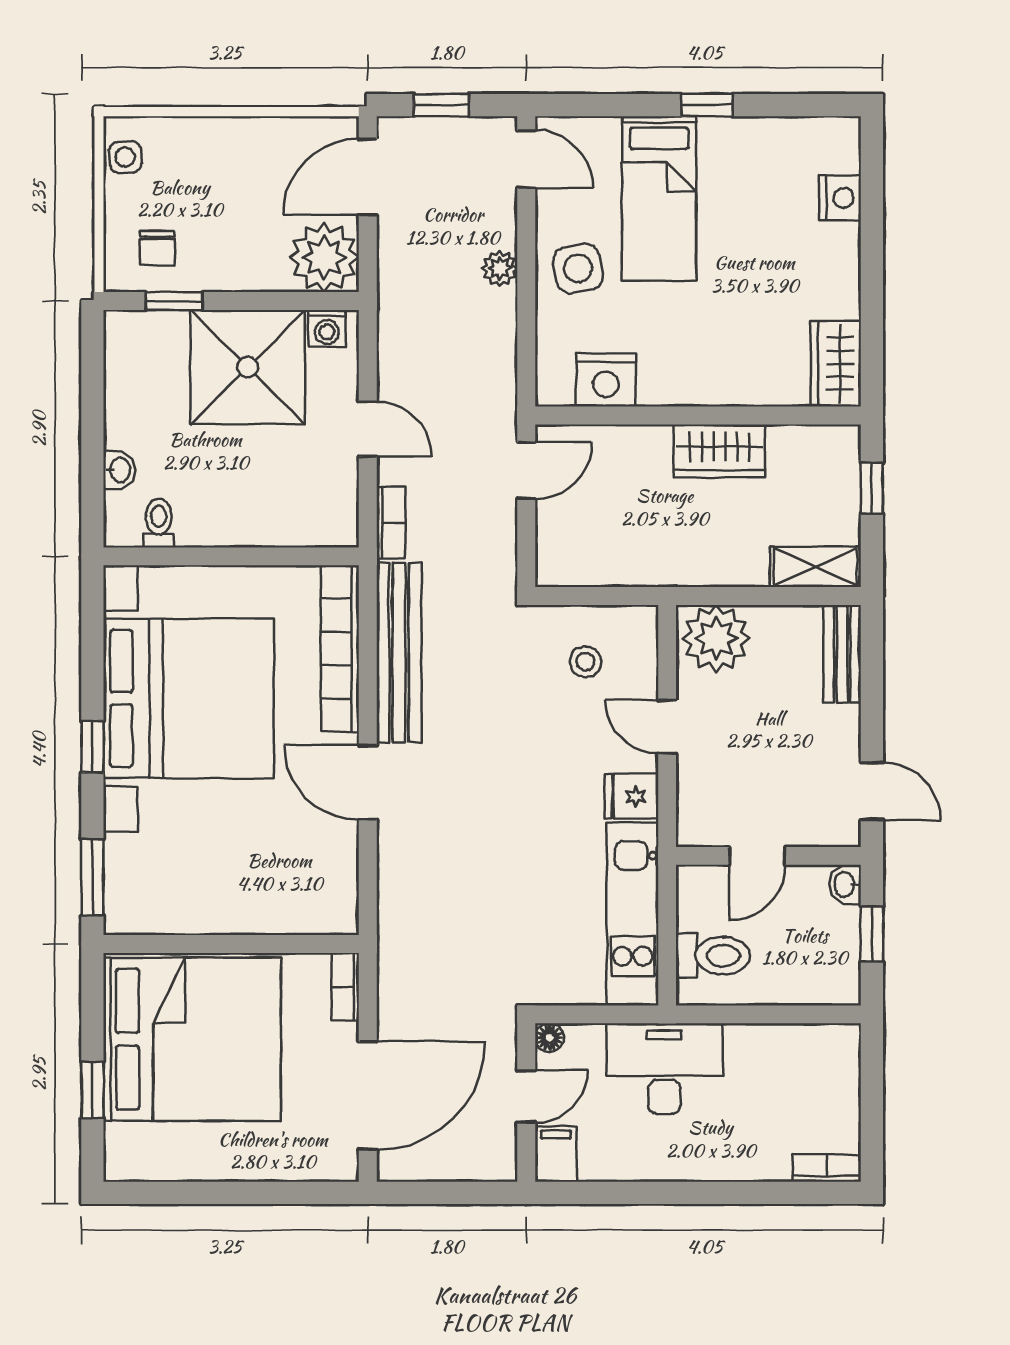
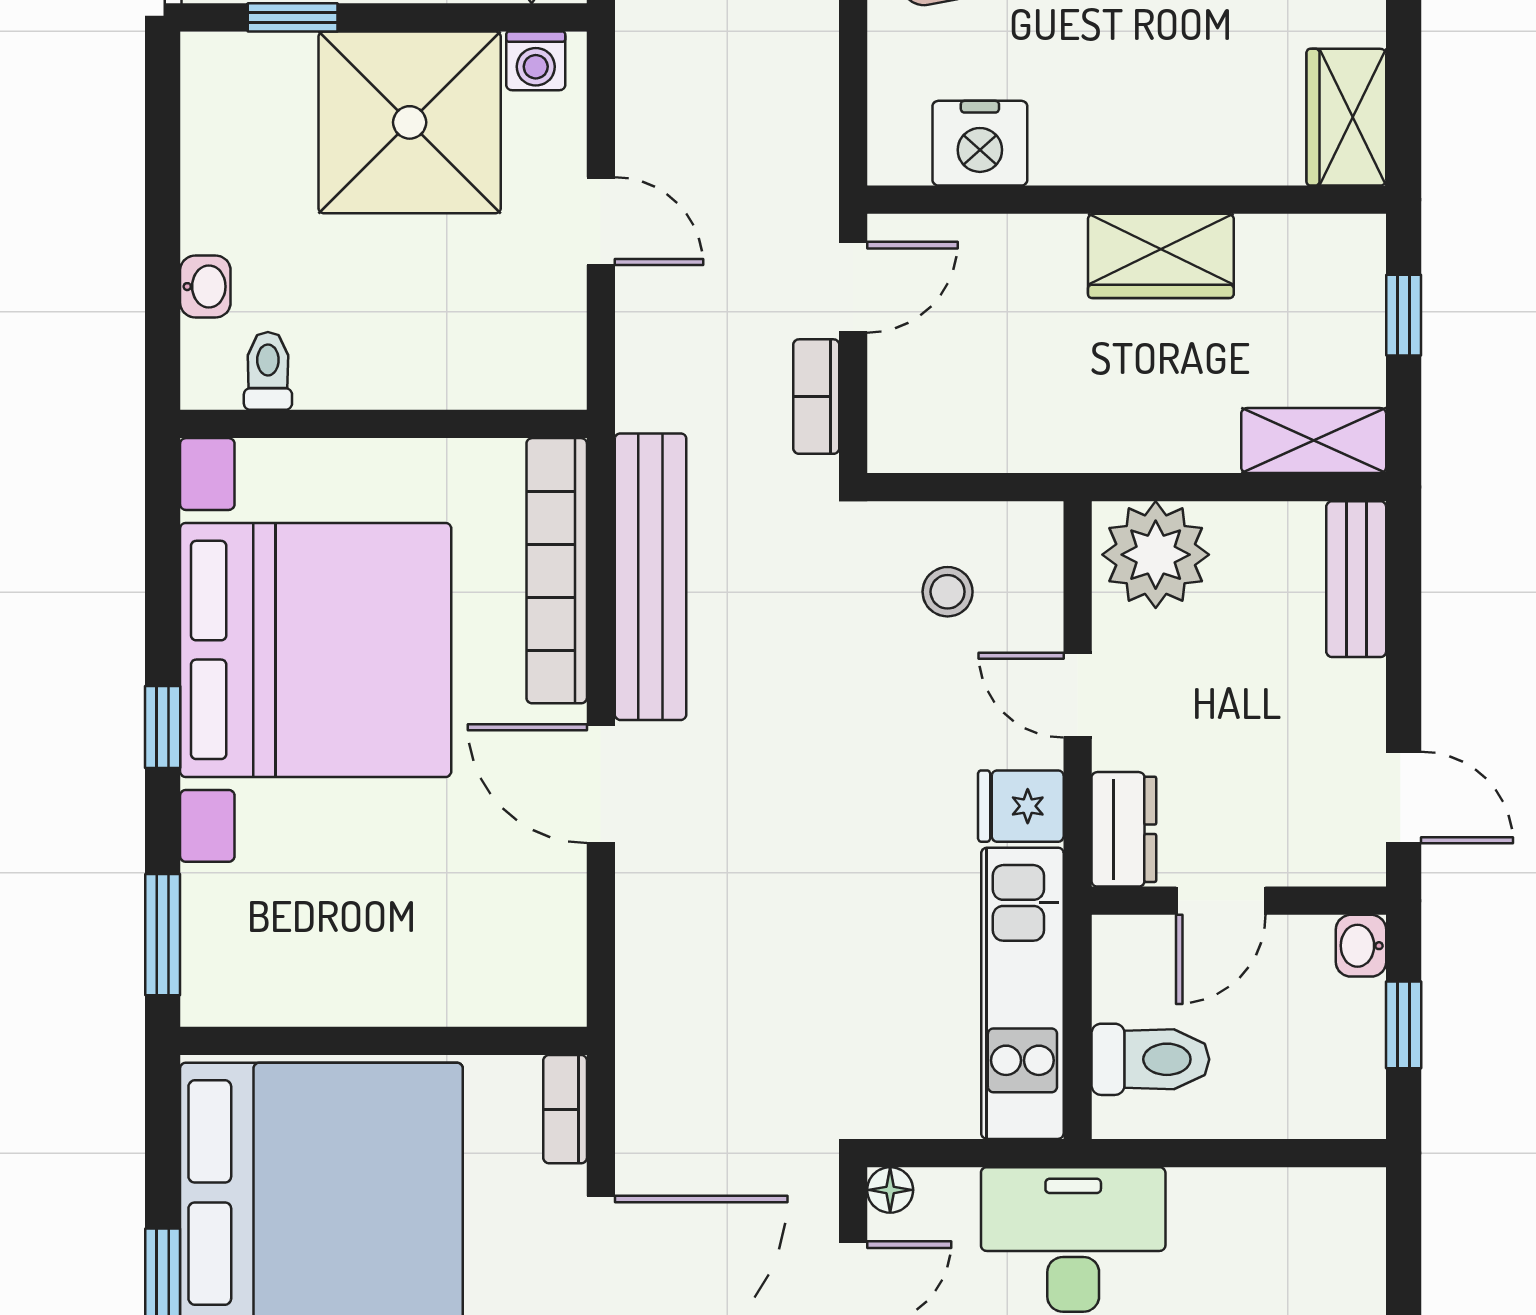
bookcase: (391, 523) -> (816, 397), moved, turned 180
dresser: (696, 811) -> (1124, 829), added

